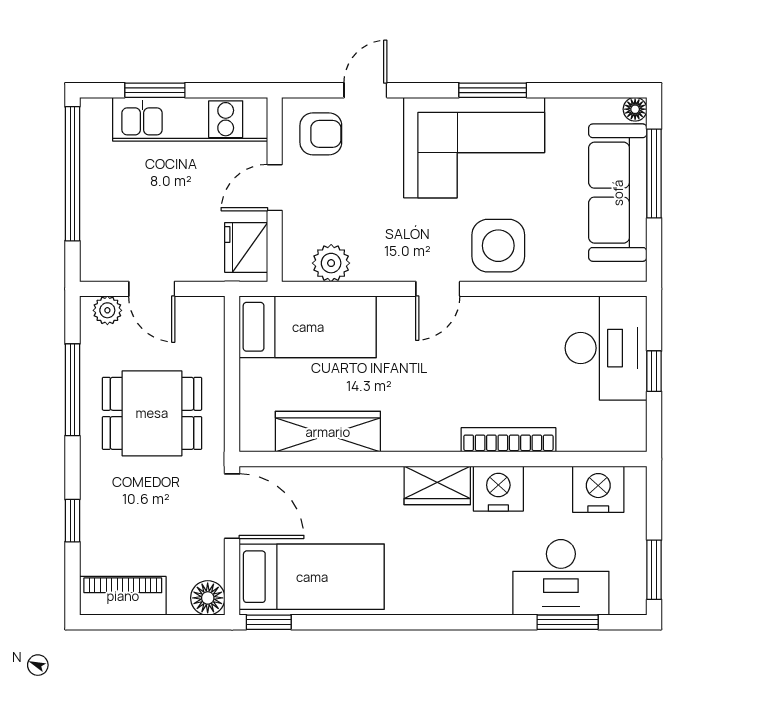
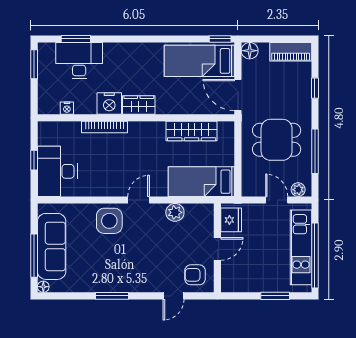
kitchen unit: (190, 119) -> (301, 247), moved, turned -90
corner sofa: (474, 148) -> (121, 268), removed
plant: (331, 263) -> (175, 212), moved
nightstand: (598, 489) -> (67, 108), width x0.53, depth x0.56

